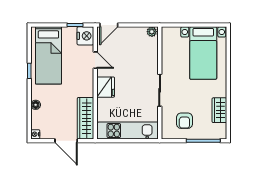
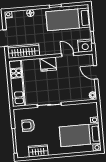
door: (109, 25) -> (96, 72), moved
door: (95, 60) -> (68, 55), swing flipped

